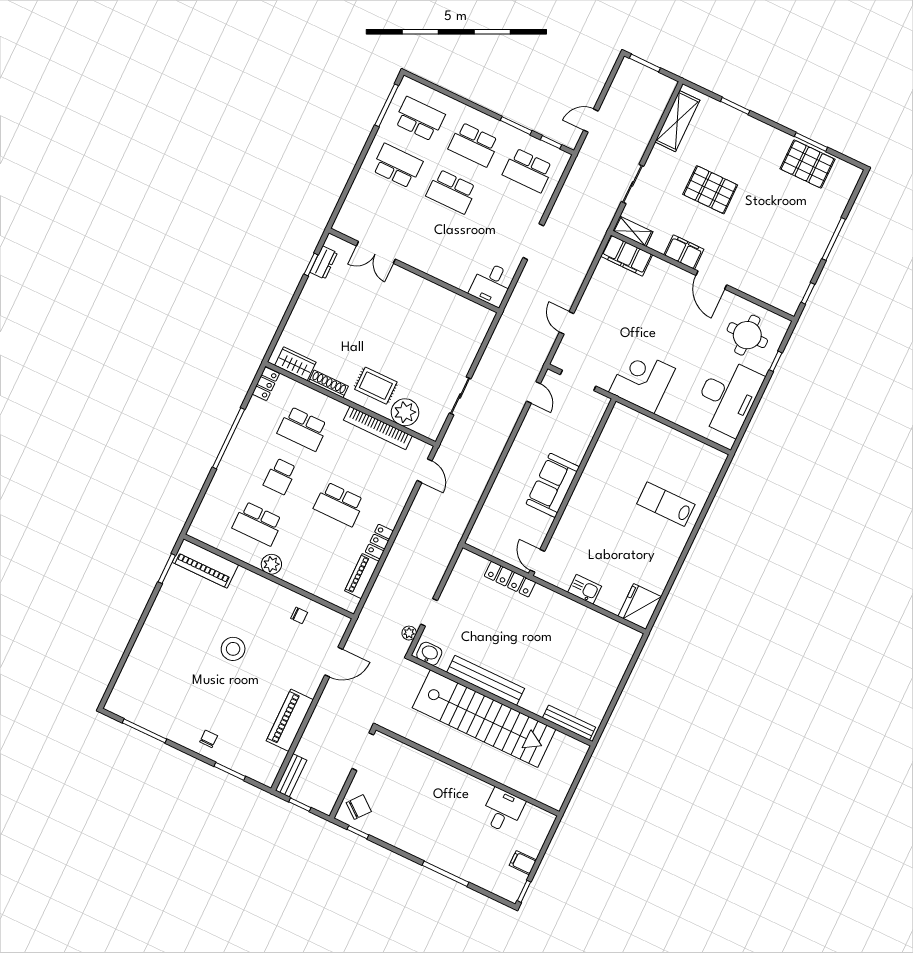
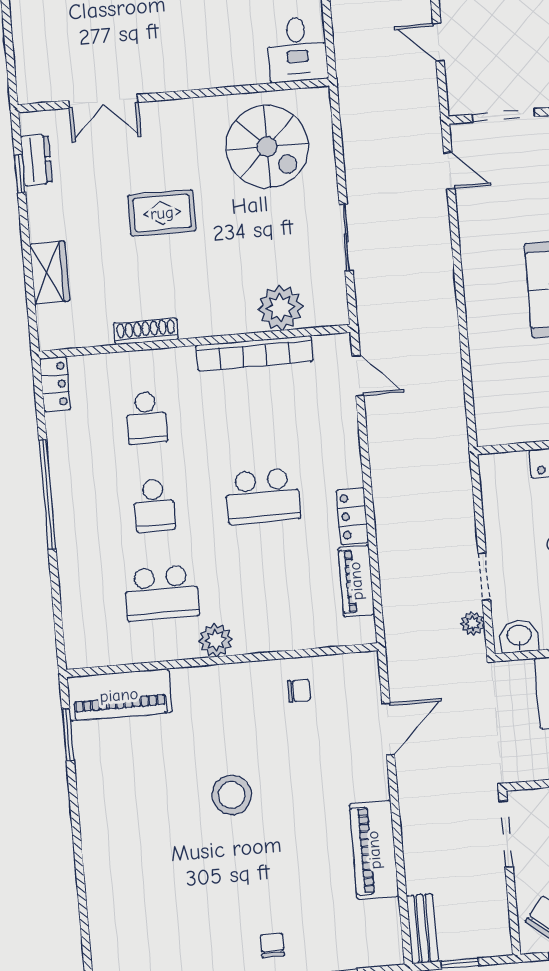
spiral stairs: (447, 325) -> (267, 147), added
wardrobe: (295, 364) -> (50, 272), moved, turned 90
rug: (376, 386) -> (162, 213), moved
school desk: (303, 429) -> (146, 418), width x0.54

